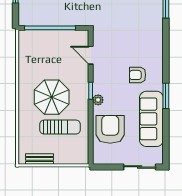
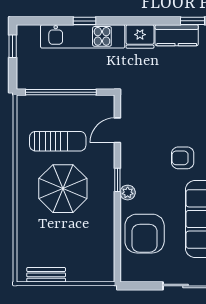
door: (91, 55) -> (117, 130), hinge flipped
sun lounger: (60, 127) -> (58, 141), moved
armchair: (110, 129) -> (145, 234), turned 180

